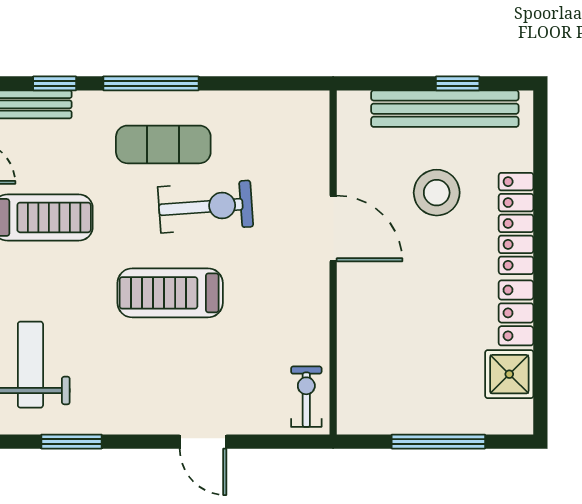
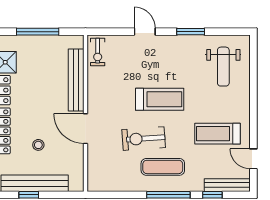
stool: (437, 193) -> (38, 145), width x0.53, depth x0.53
bench: (354, 335) -> (76, 80), added
window: (71, 442) -> (191, 32), moved

